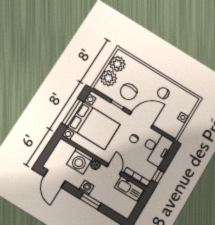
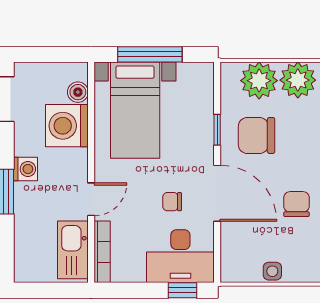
bed with nightstands: (94, 126) -> (135, 110), width x0.73
boiler: (95, 165) -> (78, 92), moved
window: (158, 176) -> (183, 290), moved

